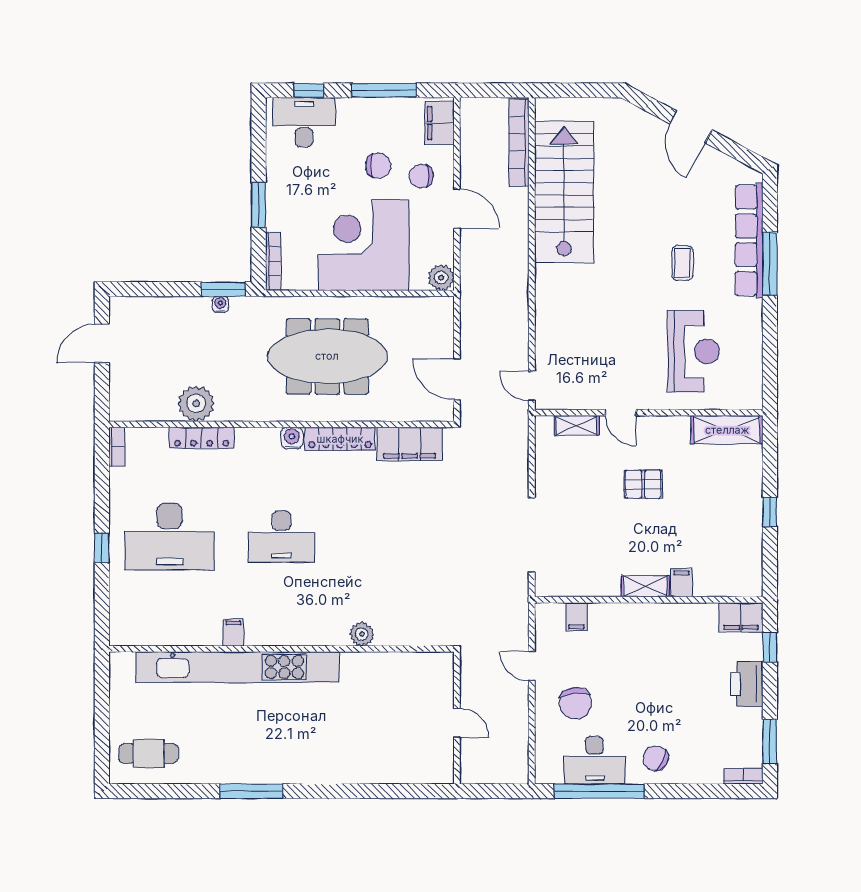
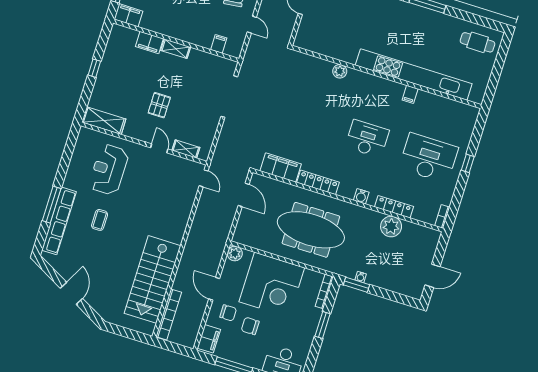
water cooler: (292, 438) -> (361, 196), moved
pallet: (643, 484) -> (159, 105), turned 90
filing cabinet: (682, 583) -> (149, 43), width x2.00

